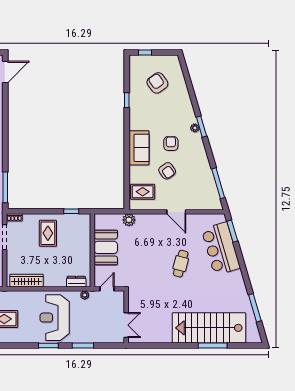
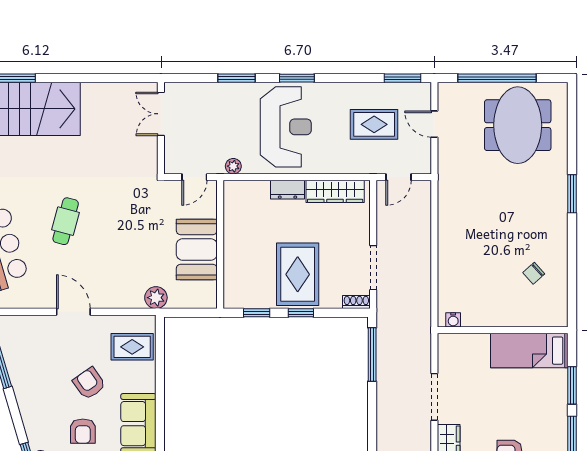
window: (46, 211) -> (301, 313), added
rug: (48, 233) -> (298, 274), width x1.36, depth x1.43
dresser: (76, 282) -> (288, 190), moved

